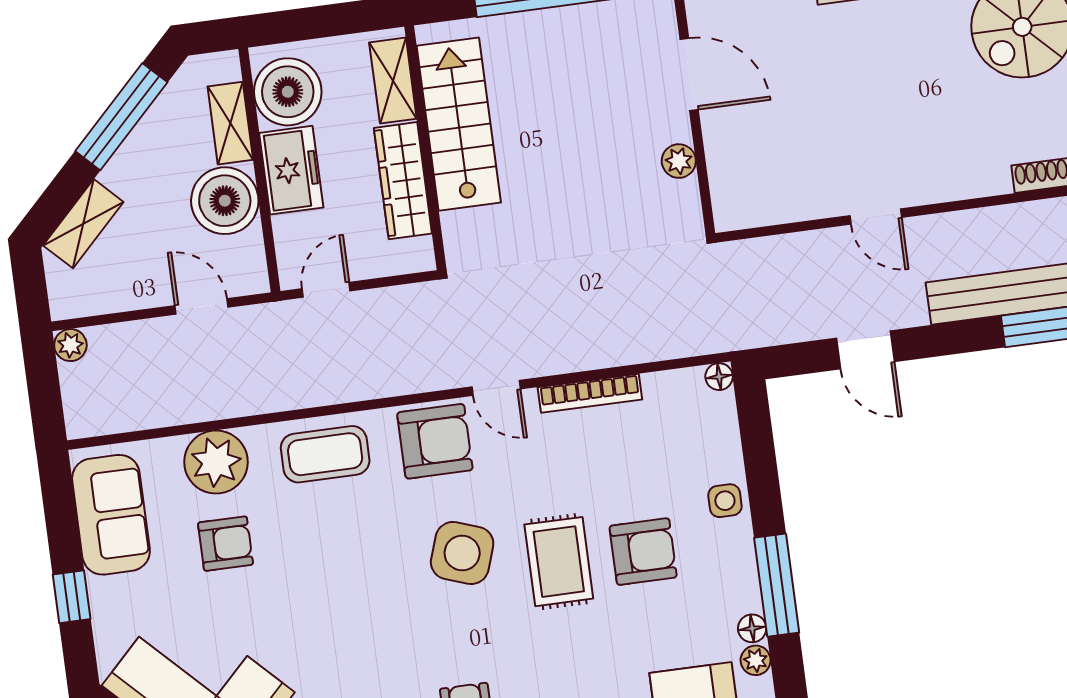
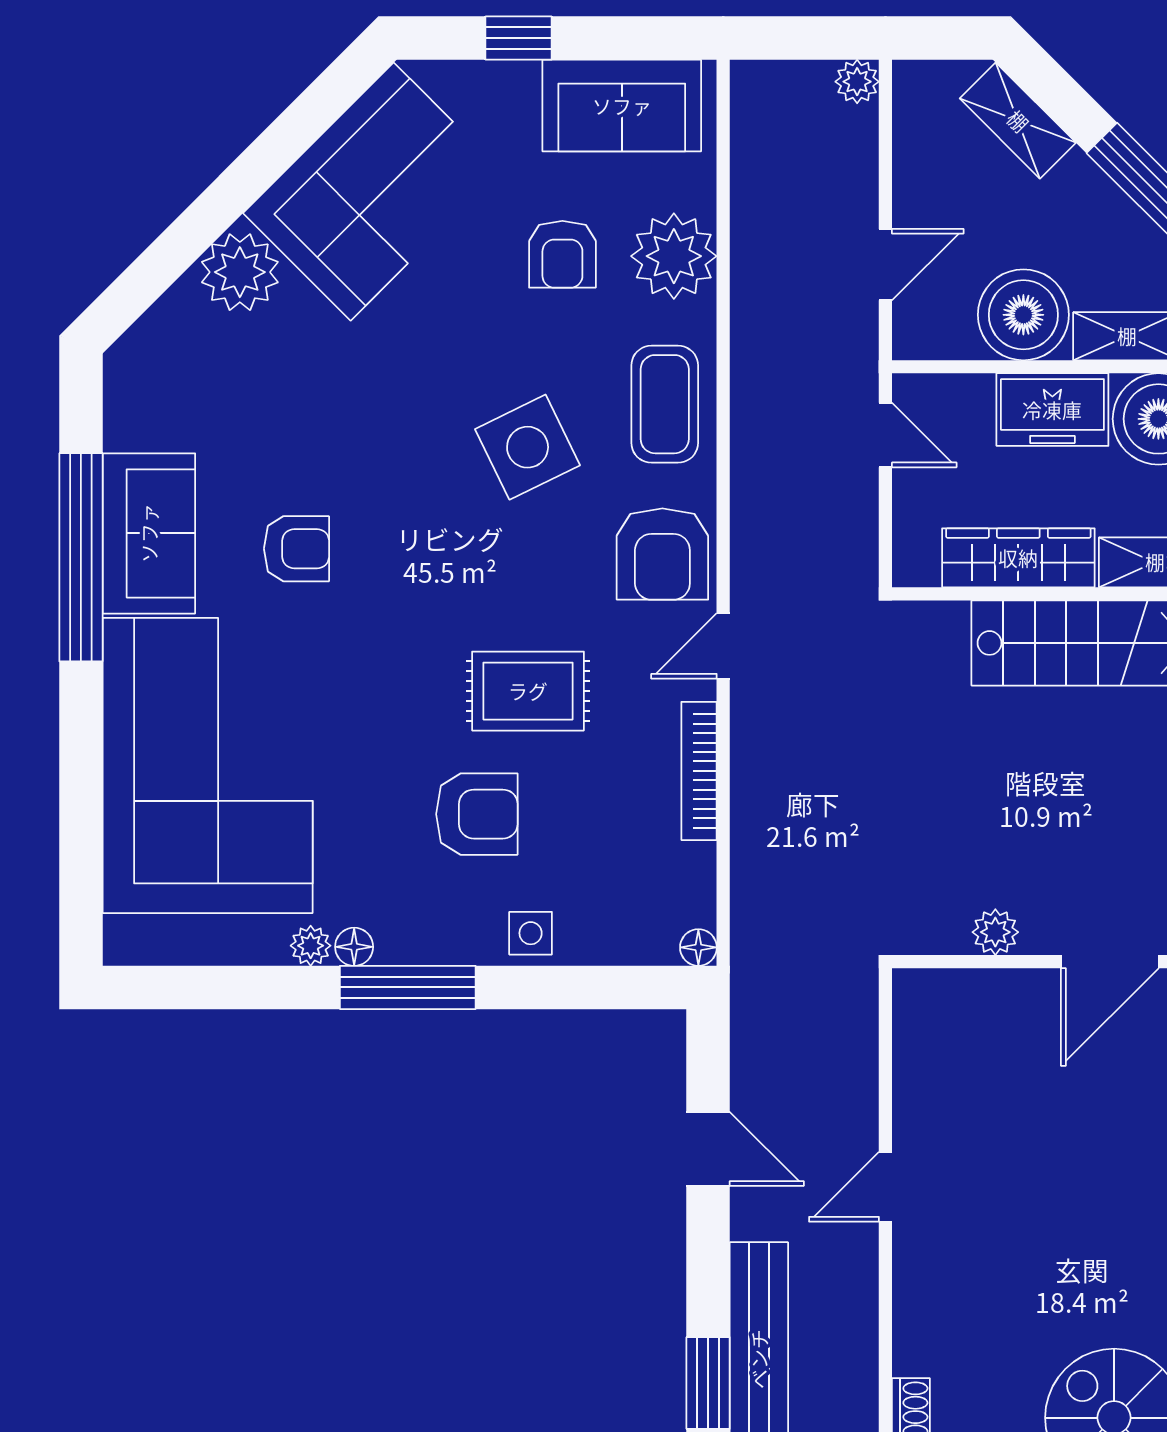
door: (865, 350) -> (708, 1149), swing flipped
armchair: (643, 552) -> (477, 814), turned -90
side table: (462, 553) -> (528, 447), moved, turned 45
rug: (559, 562) -> (528, 691), moved

